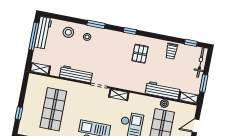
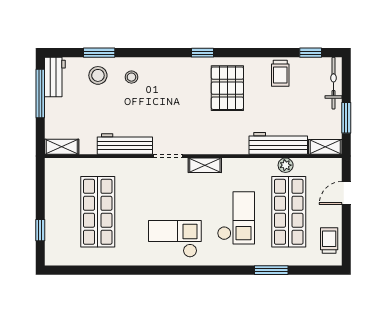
window: (96, 24) -> (99, 53), moved
workbench: (43, 33) -> (55, 77), width x0.73
pallet: (140, 54) -> (227, 88), width x1.50, depth x1.42

